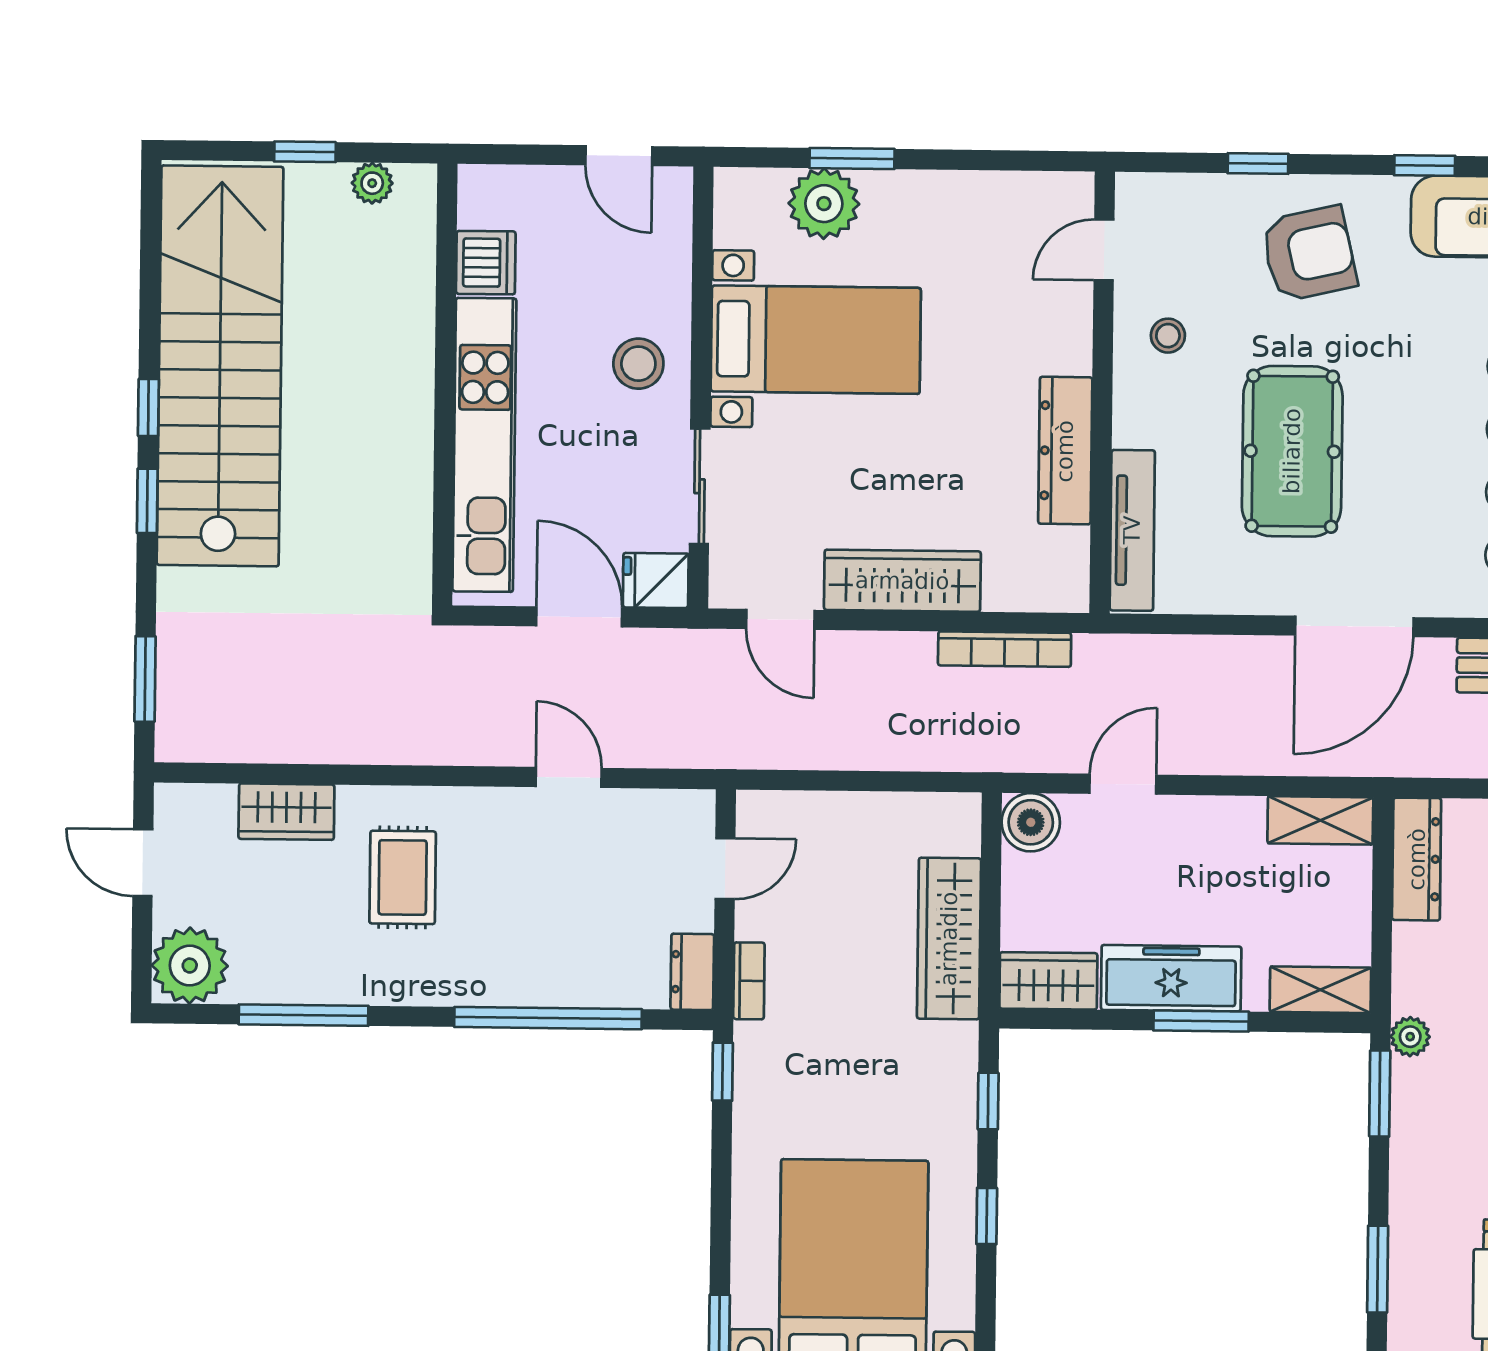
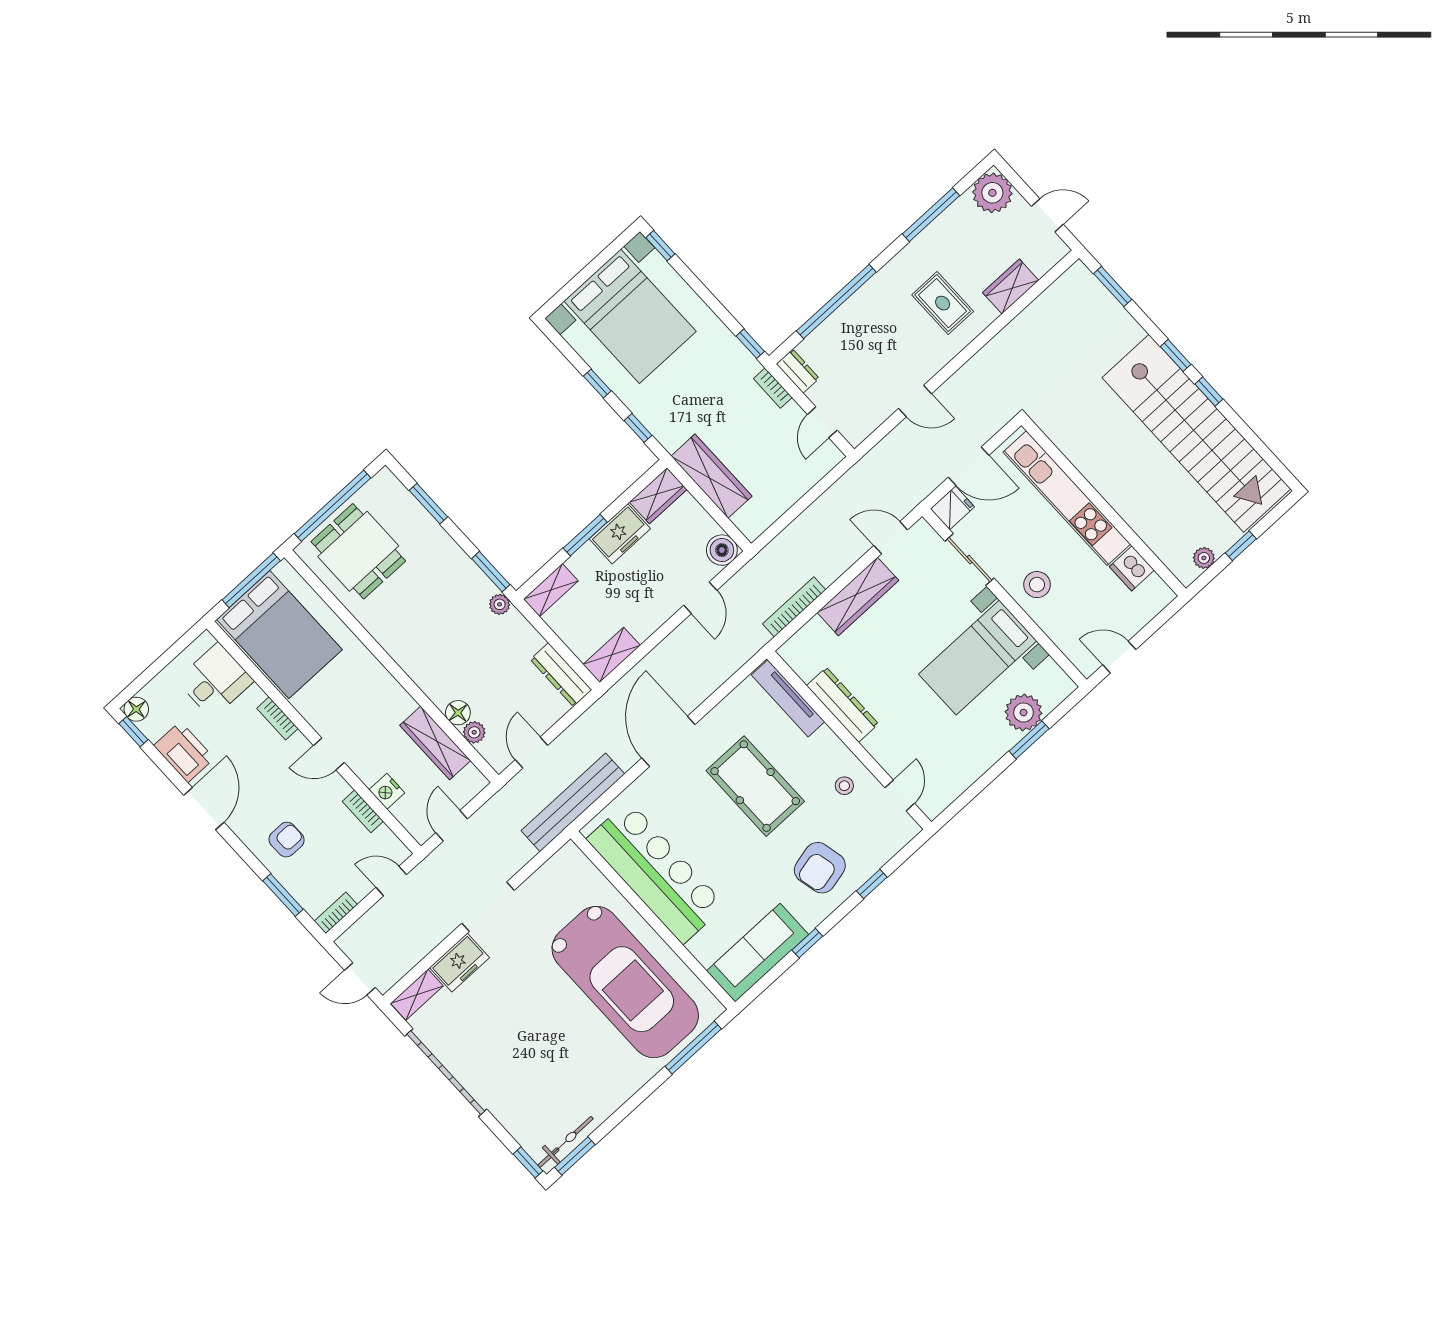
freezer: (1171, 978) -> (620, 534), width x0.71

